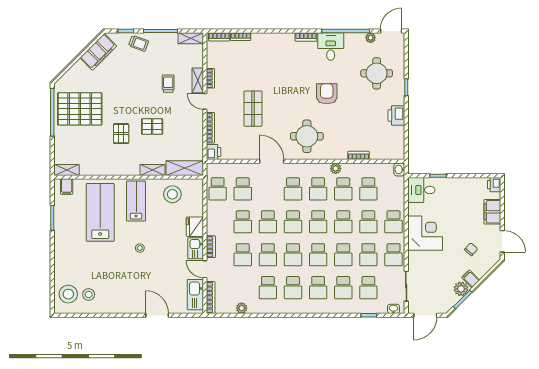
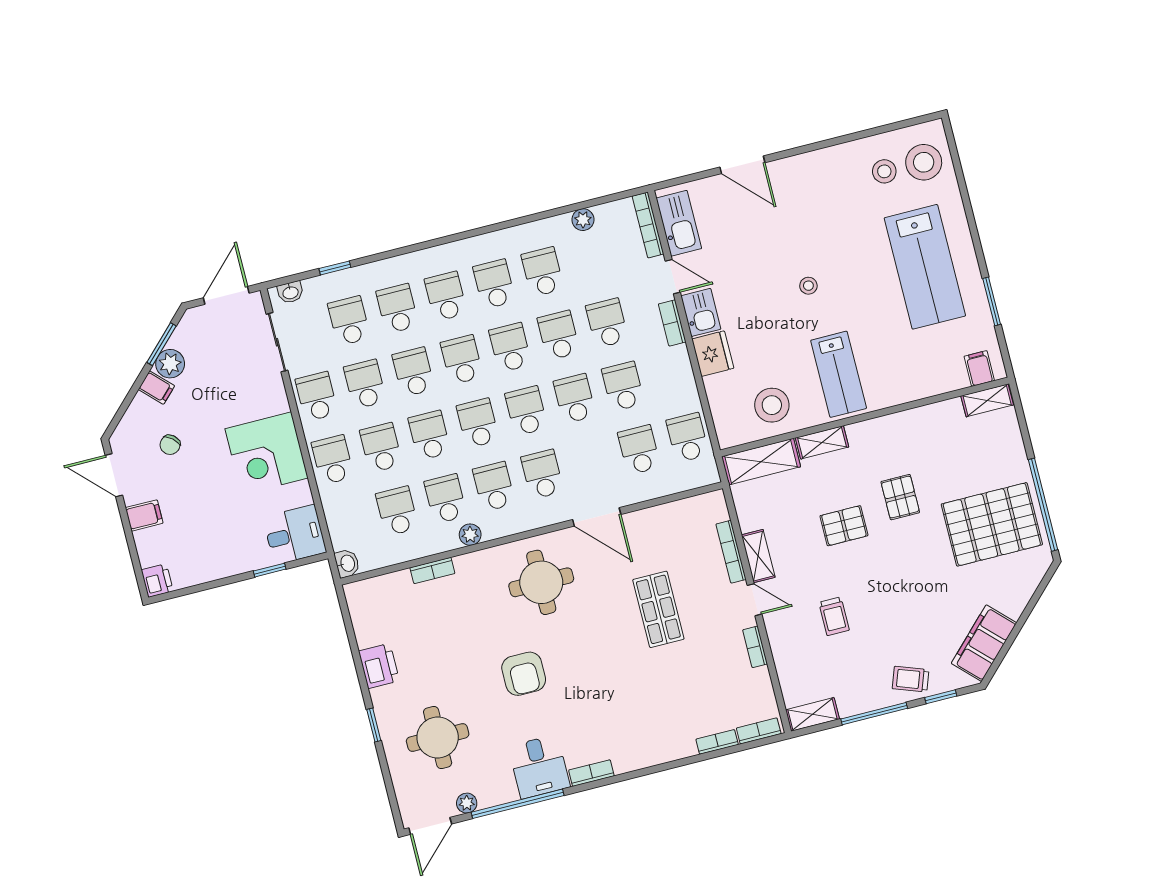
shelving: (198, 80) -> (758, 556), moved
printer: (214, 152) -> (713, 507), removed
lab bench: (100, 212) -> (925, 267), moved
filing cabinet: (492, 212) -> (144, 515), width x0.50

